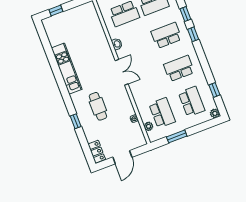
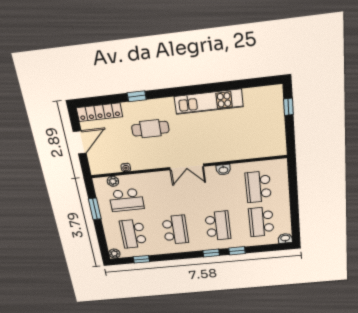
school desk: (192, 102) -> (133, 234), turned 90
locker: (97, 152) -> (99, 112), width x1.53
door: (122, 157) -> (80, 142), swing flipped

